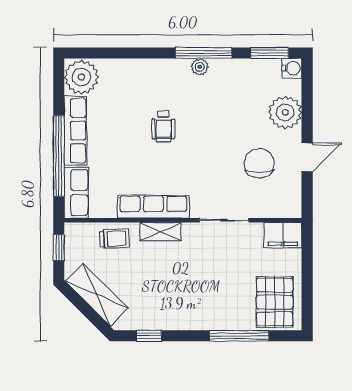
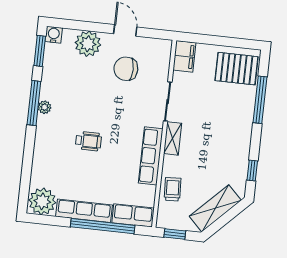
shelving: (161, 232) -> (173, 138), moved

